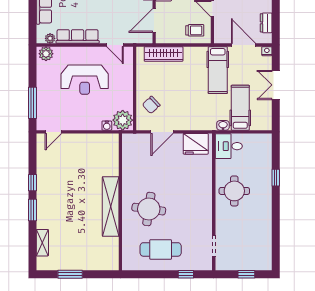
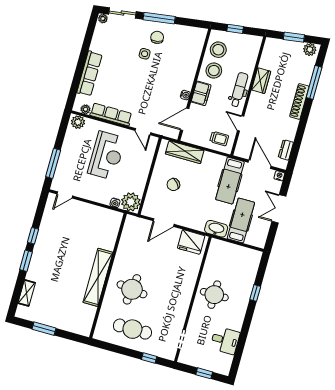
reception desk: (85, 80) -> (107, 156), turned -90
chair: (151, 105) -> (173, 184), moved
washbasin: (223, 125) -> (216, 229), width x1.91, depth x1.45
desk: (229, 146) -> (225, 340), moved, turned 180

